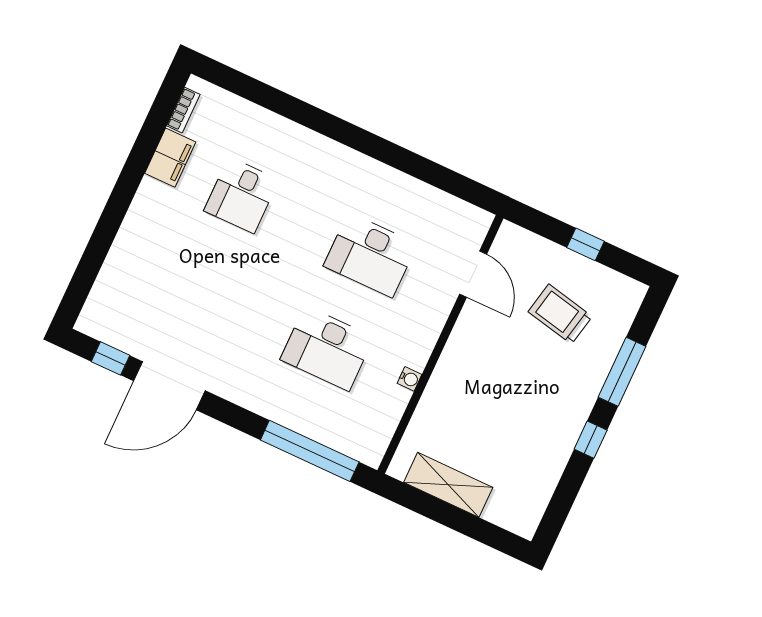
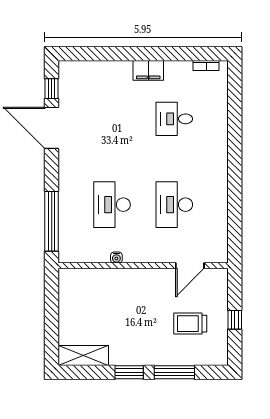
filing cabinet: (170, 158) -> (148, 70), moved
trolley: (560, 314) -> (190, 324), turned -102
window: (591, 440) -> (129, 372), width x1.50
shelving: (448, 485) -> (83, 356), moved, turned 90

